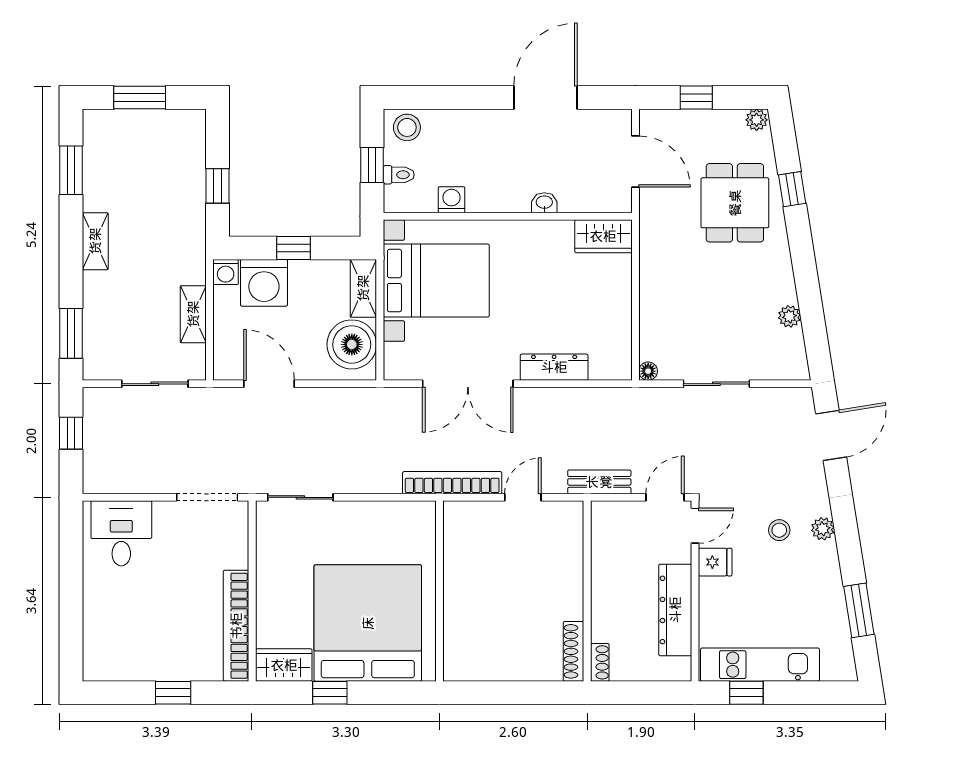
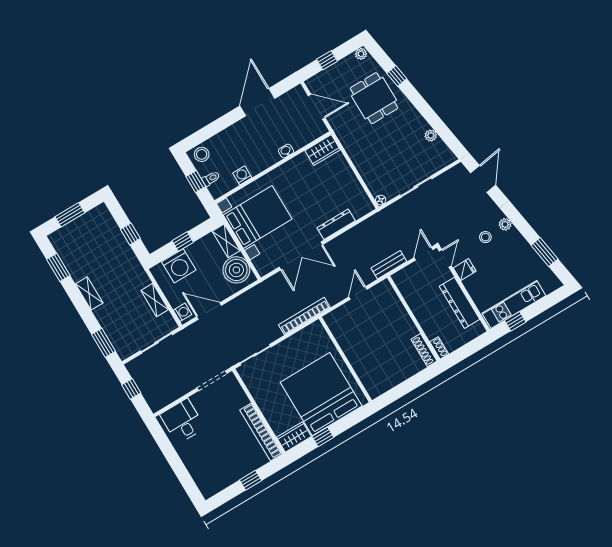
washing machine: (226, 272) -> (183, 312), moved, turned -90
bookcase: (452, 483) -> (304, 316), moved

